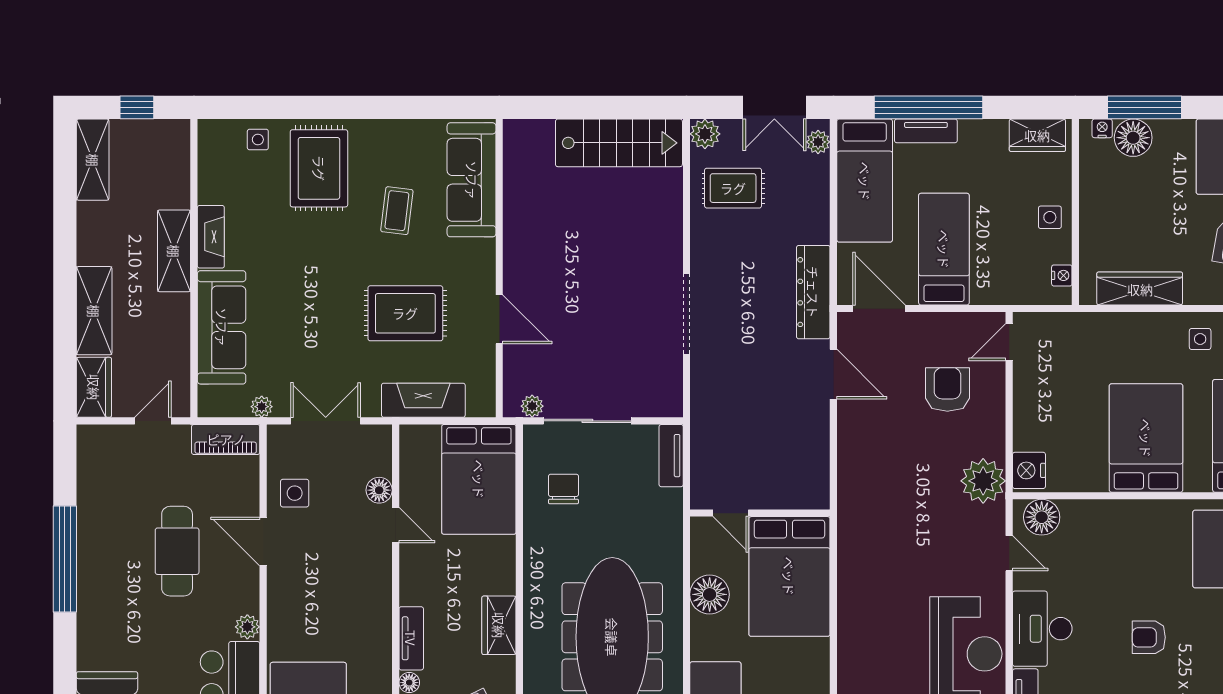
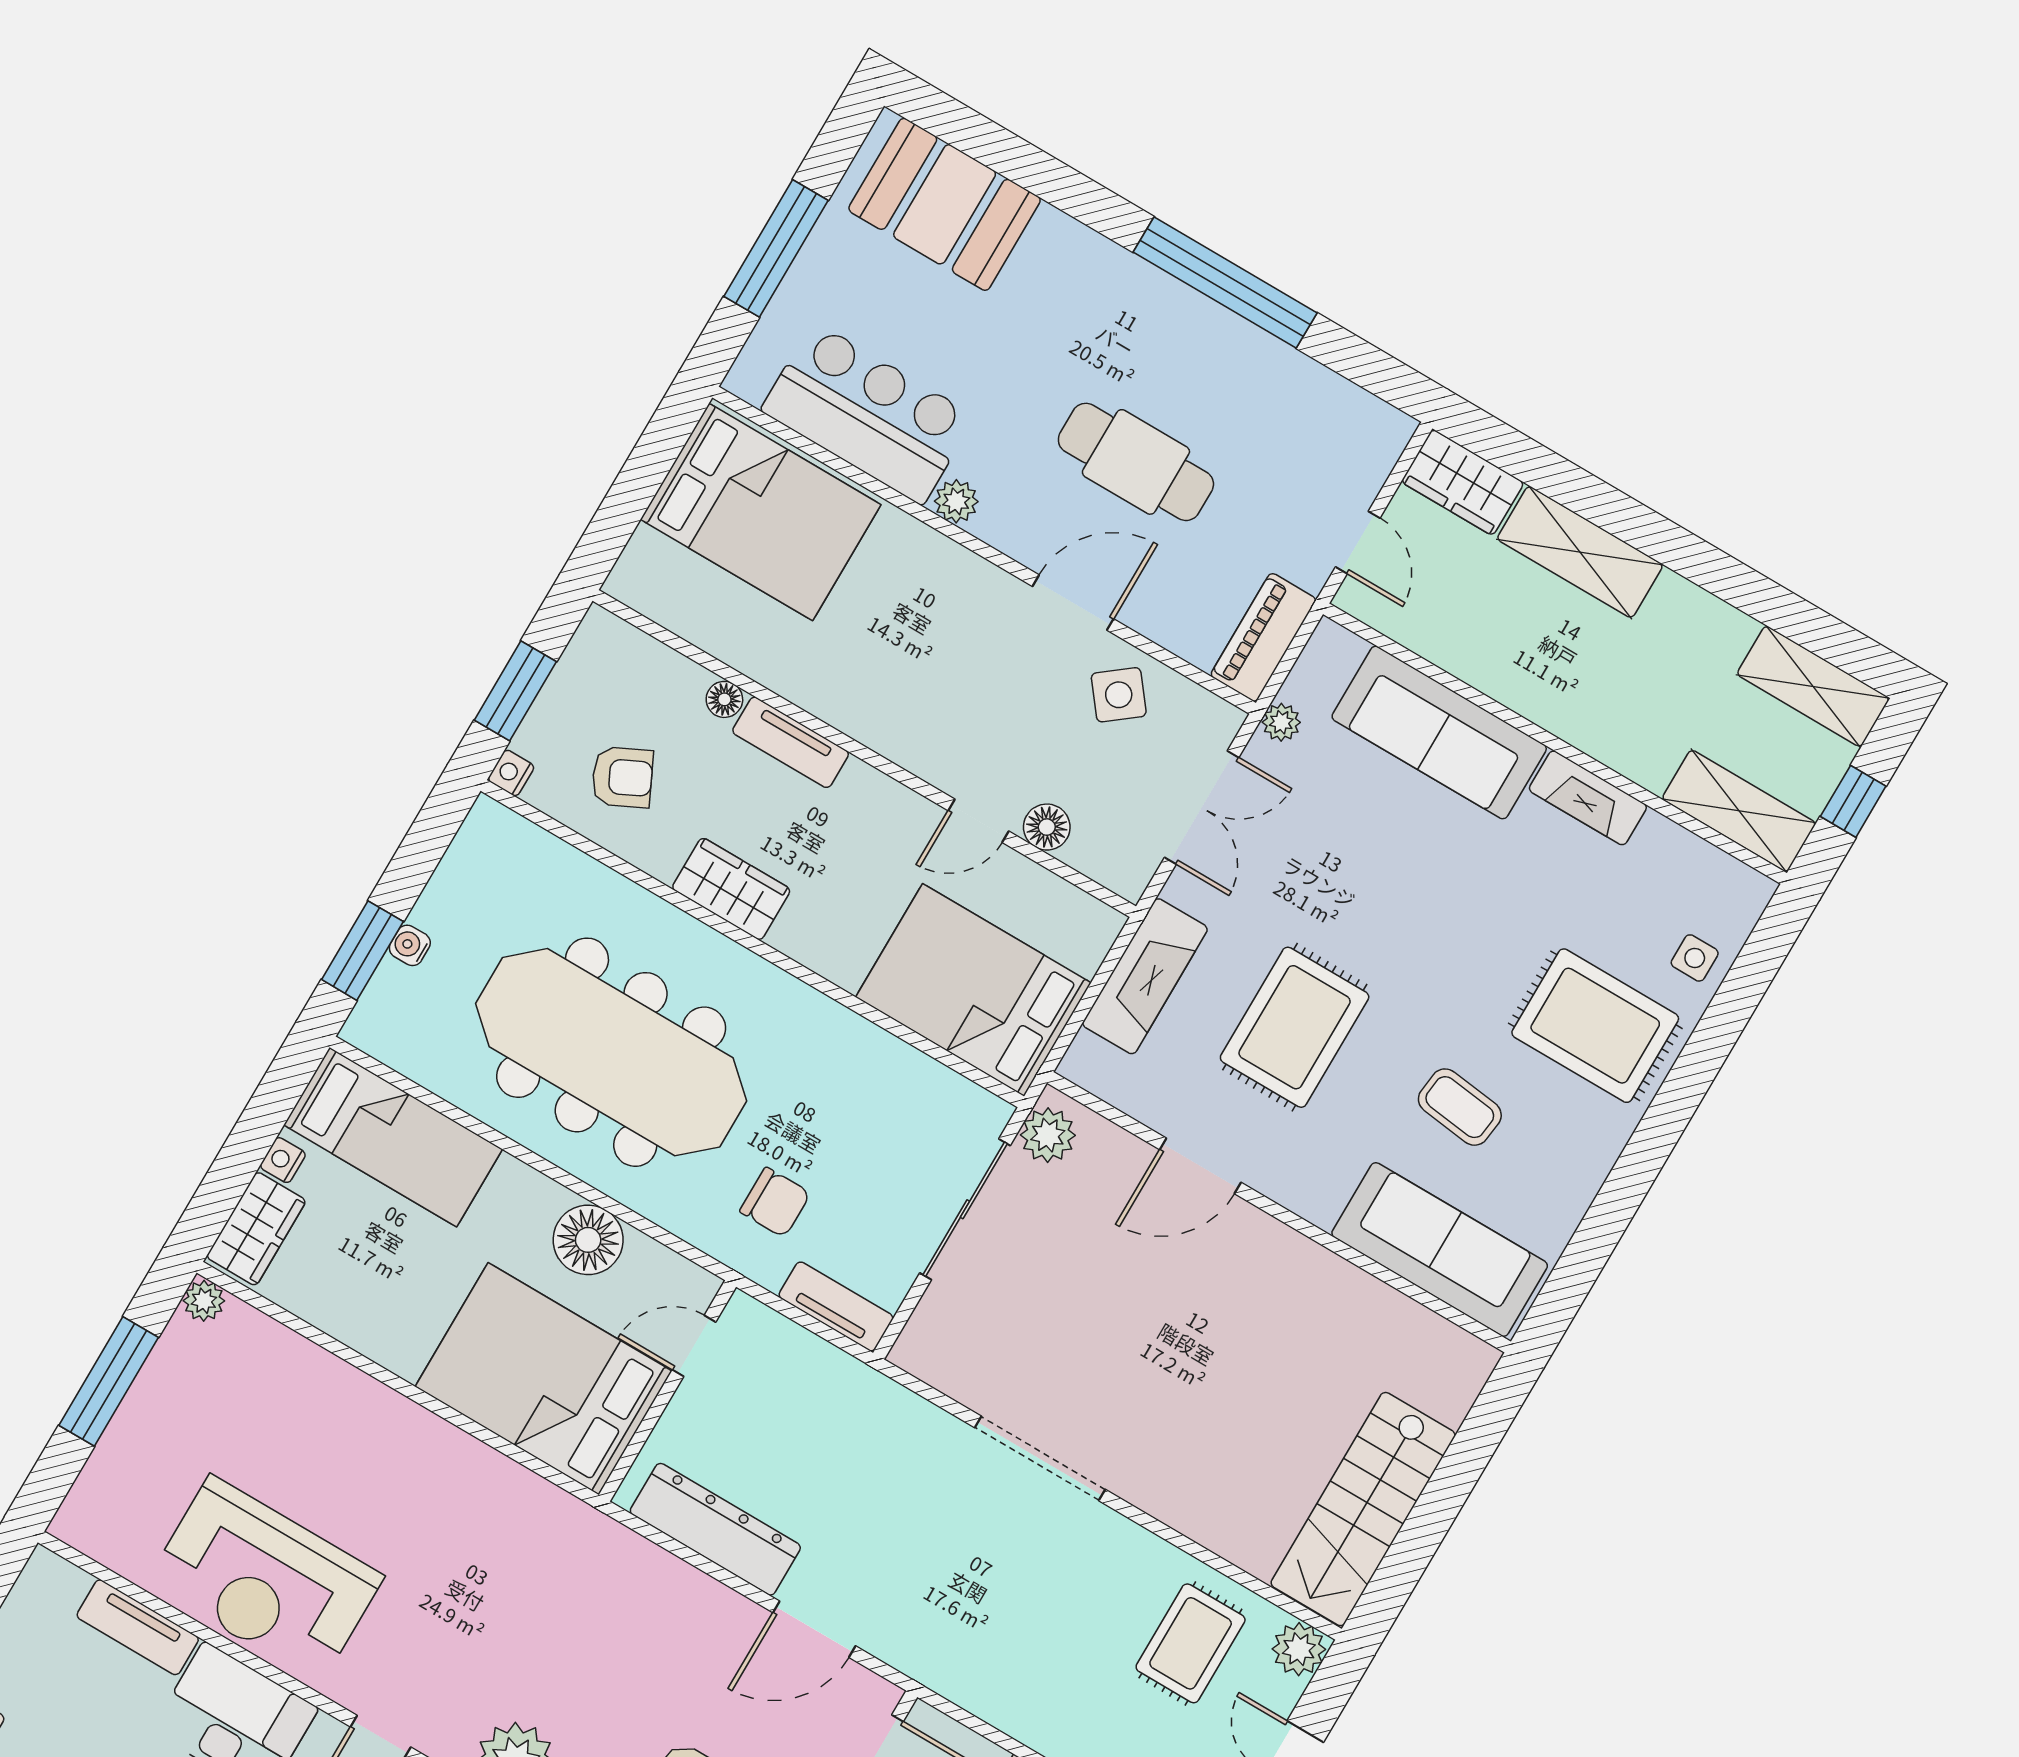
shelving: (174, 251) -> (1739, 811), moved
dresser: (813, 292) -> (715, 1529), moved
plant: (532, 406) -> (1048, 1135), width x1.38, depth x1.38
chair: (563, 489) -> (775, 1202), moved
side table: (295, 493) -> (1119, 695), turned -38

